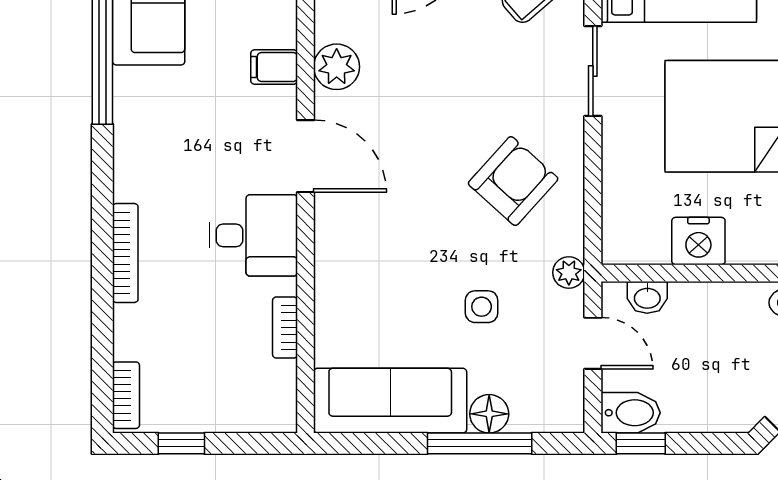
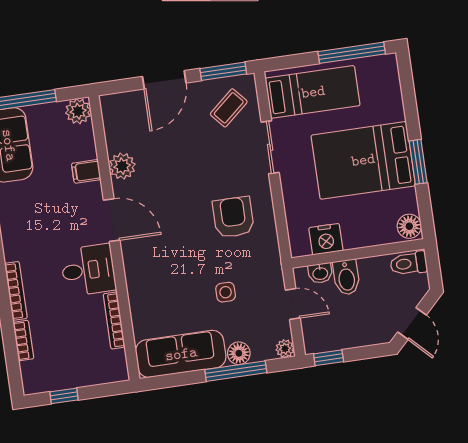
armchair: (513, 181) -> (233, 217), turned -42
nightstand: (698, 241) -> (326, 239), moved
plant: (569, 273) -> (285, 349), moved
bookcase: (285, 328) -> (114, 321), width x1.56
bookcase: (126, 395) -> (23, 341), moved
bidet: (631, 413) -> (346, 277), moved, turned 90

